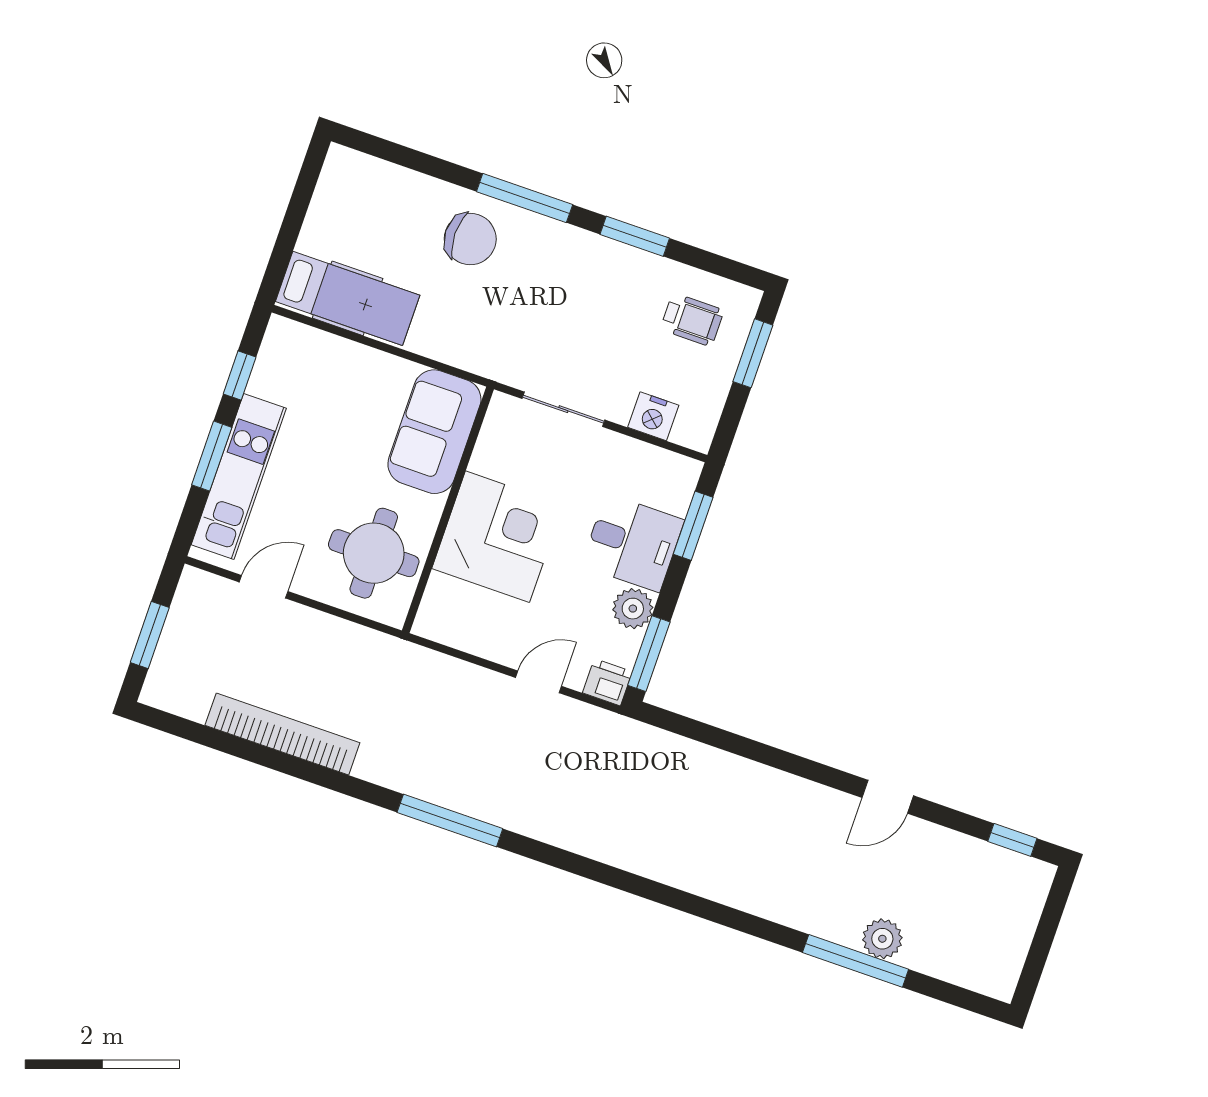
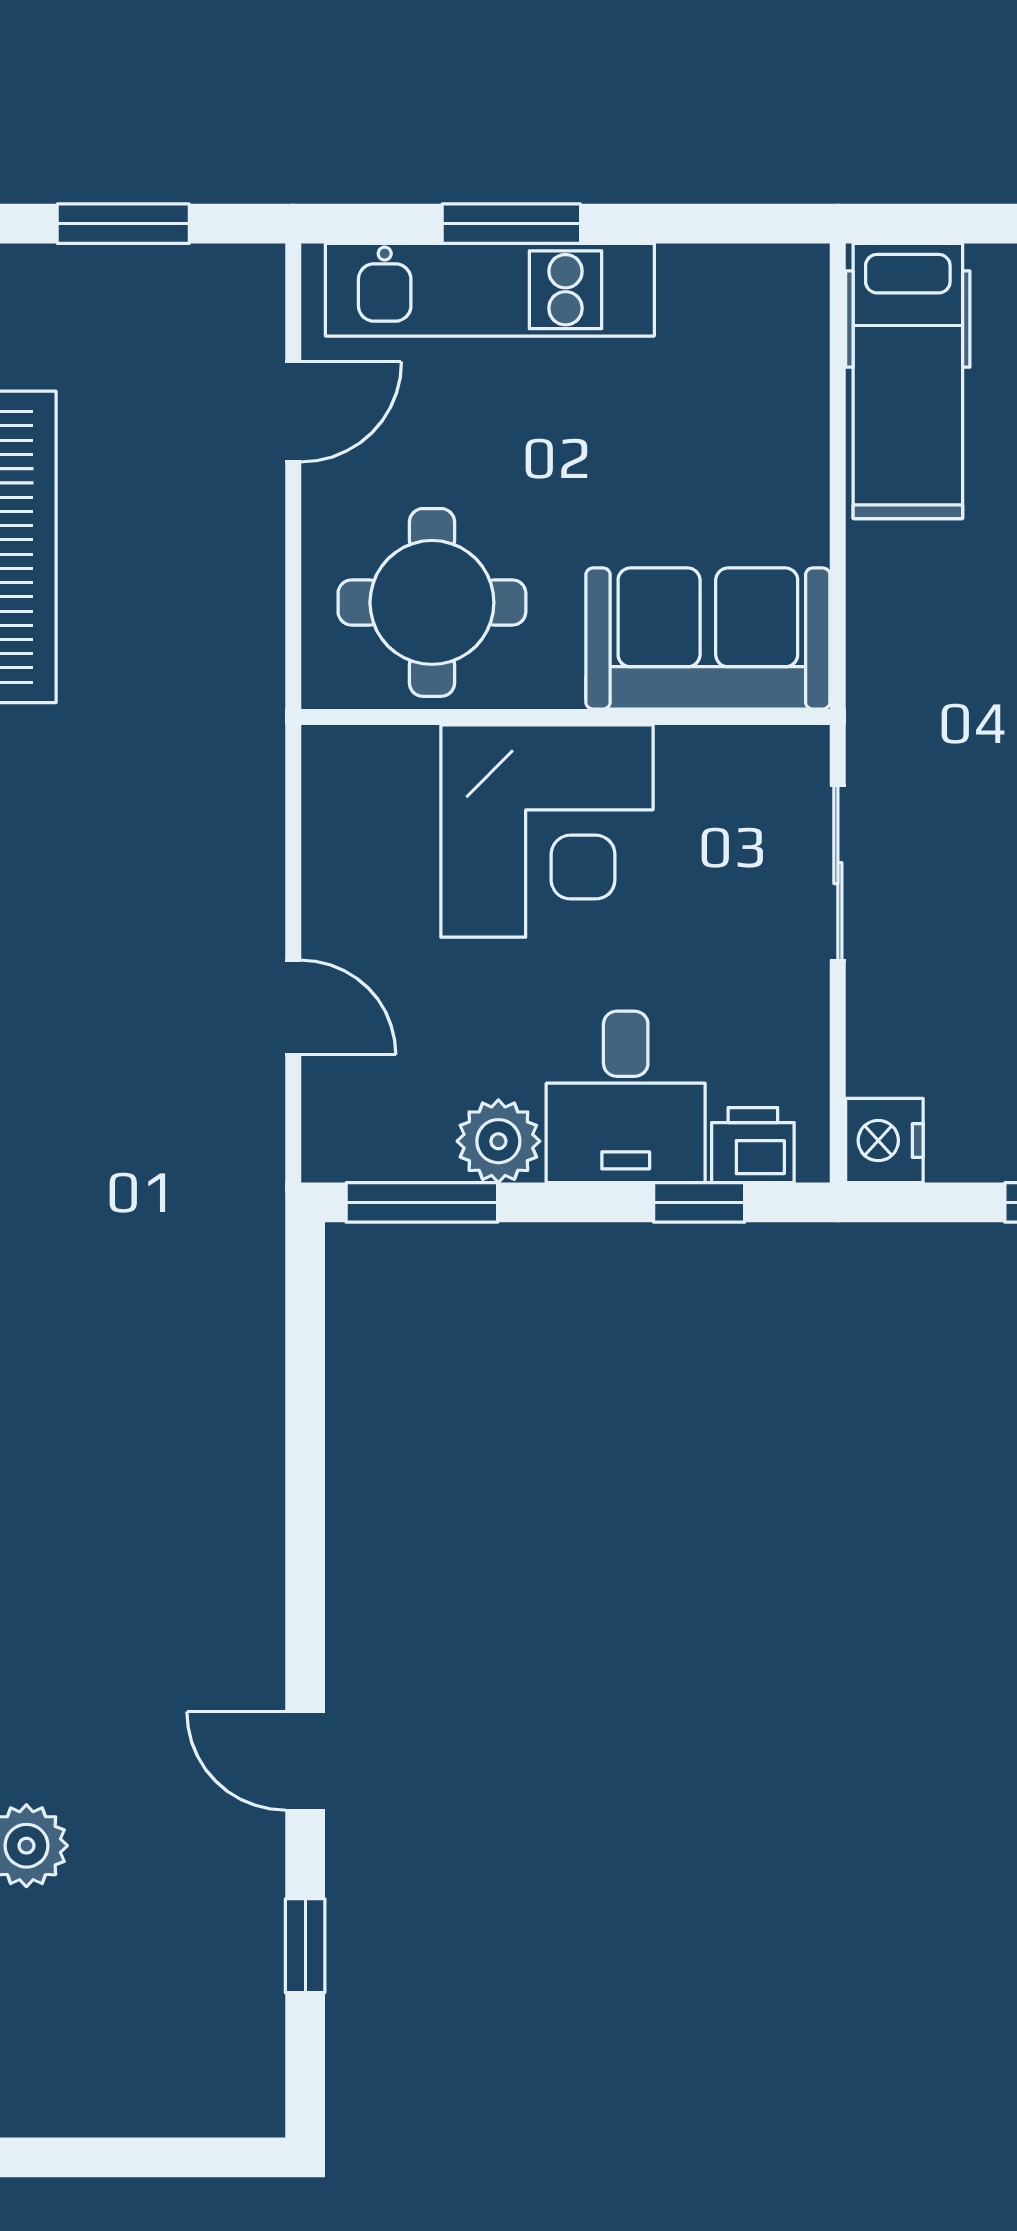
window: (240, 375) -> (686, 224), removed
nightstand: (653, 416) -> (884, 1141), moved
window: (693, 526) -> (699, 1202), width x0.67
door: (264, 587) -> (293, 412), hinge flipped
printer: (607, 682) -> (753, 1145), moved, turned -90
window: (1012, 840) -> (305, 1946), moved

